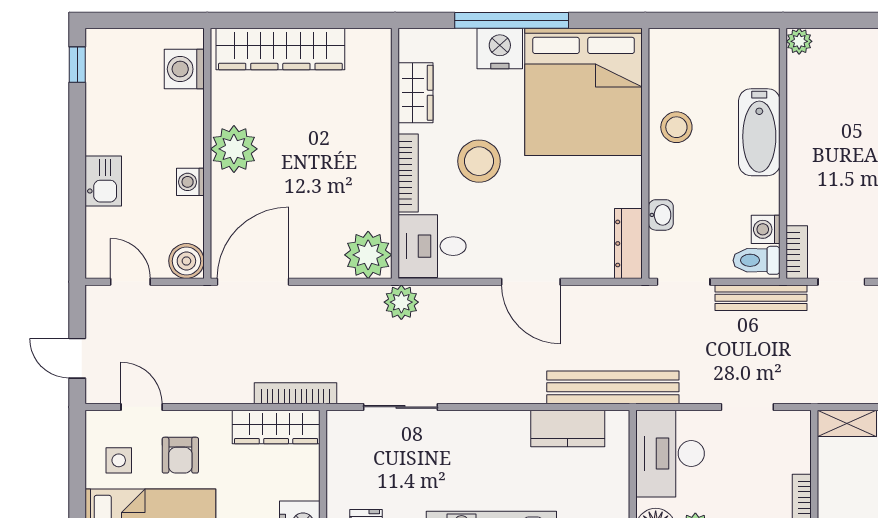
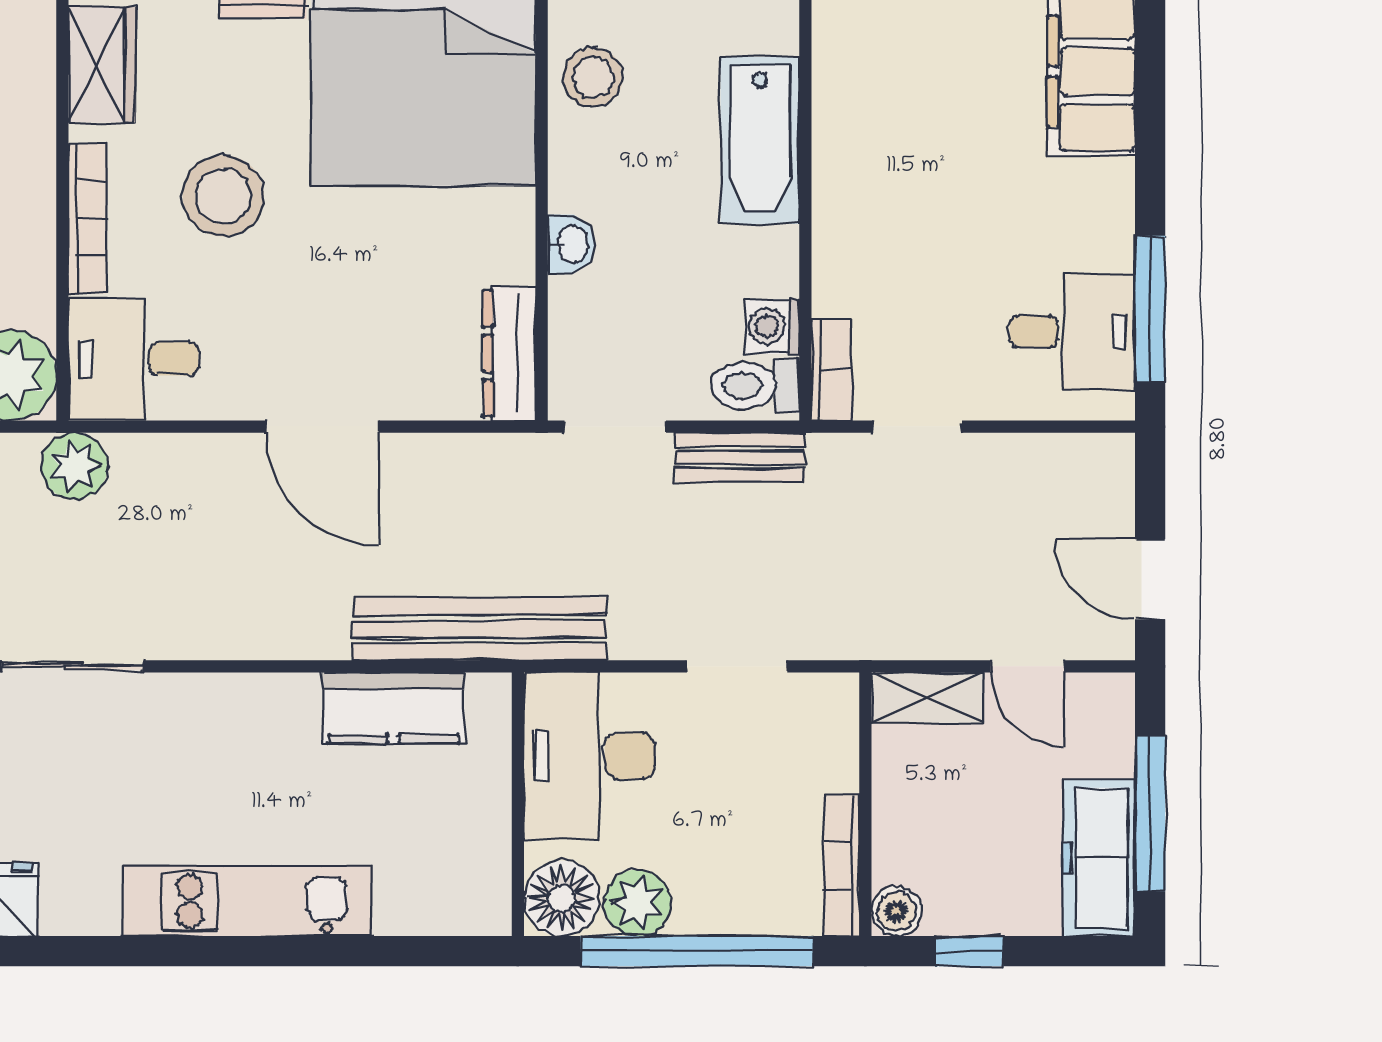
stool: (676, 127) -> (593, 77), moved
washbasin: (661, 215) -> (571, 244), moved
bench: (761, 298) -> (740, 457), width x0.73

